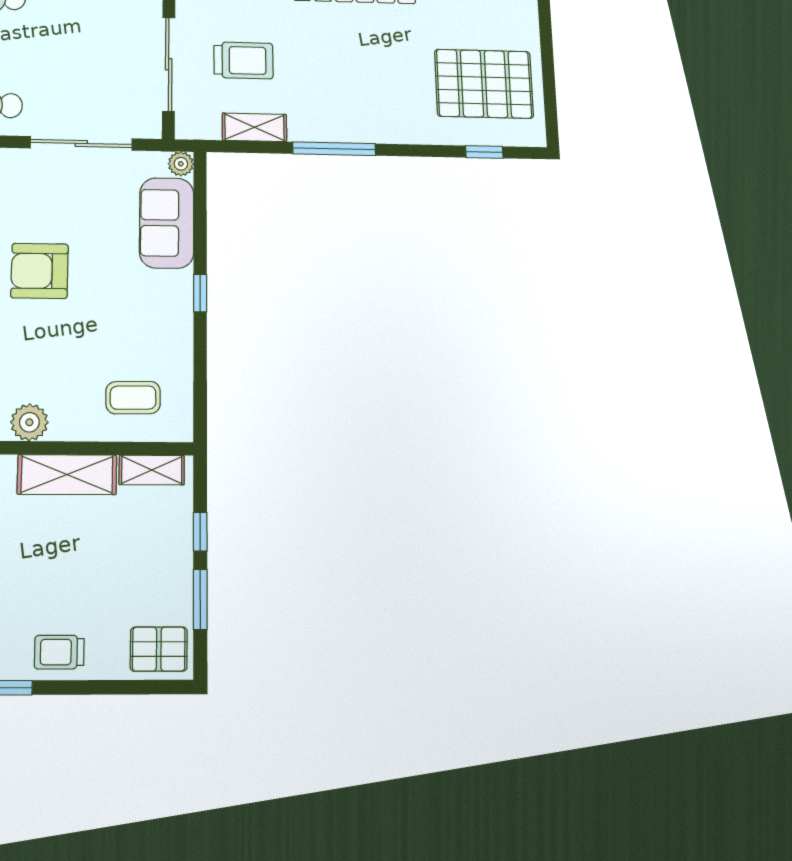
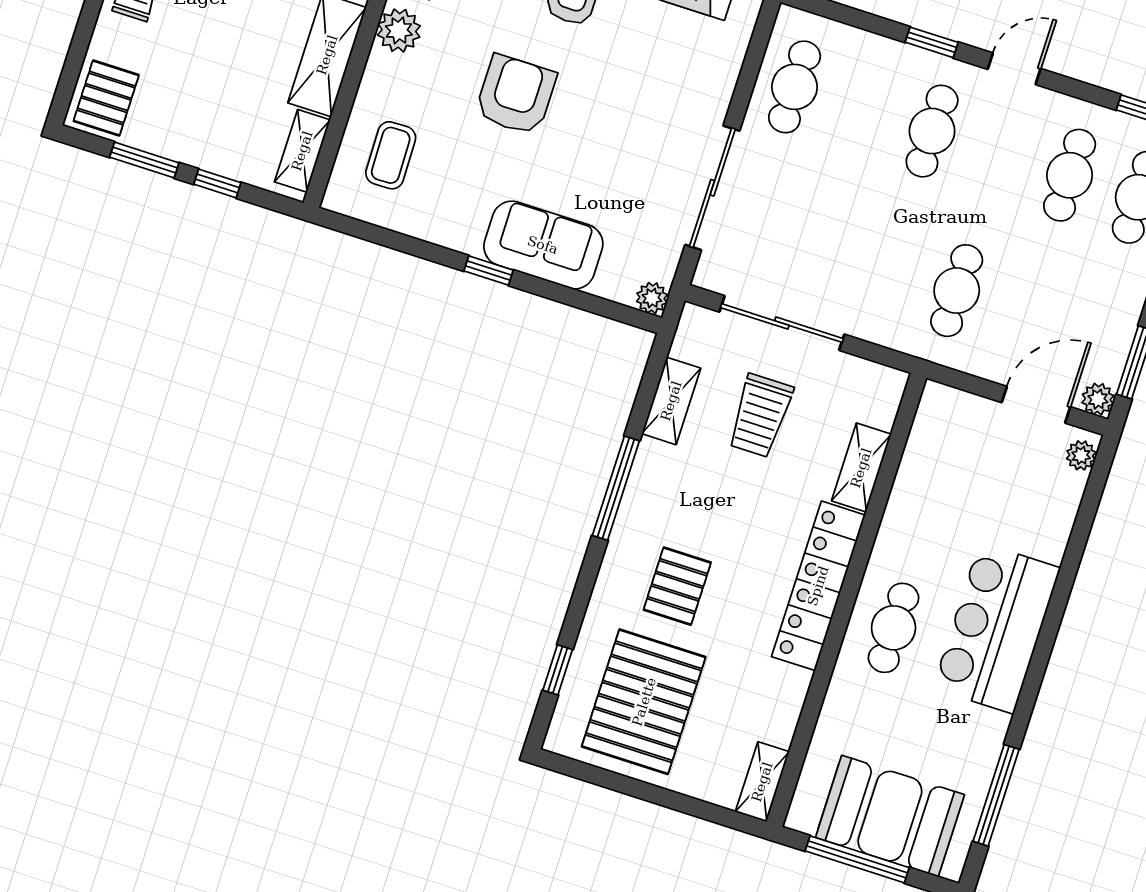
pallet: (391, 84) -> (677, 586), added
sofa: (167, 223) -> (543, 245), moved
armchair: (40, 271) -> (516, 95), moved

